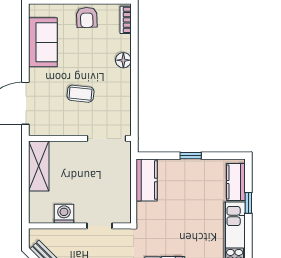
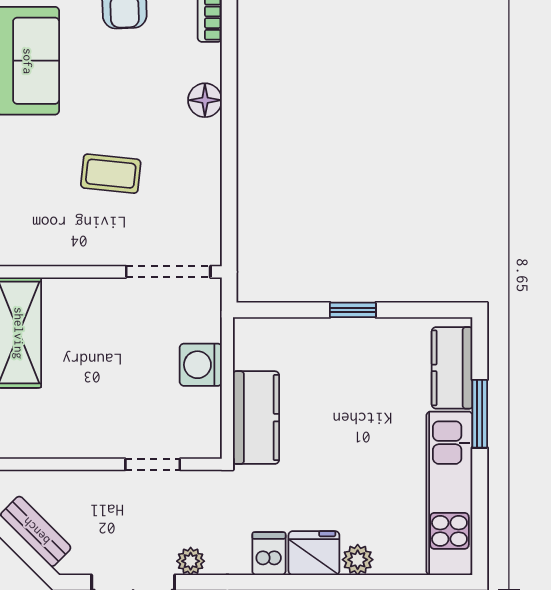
kitchen counter: (147, 180) -> (256, 418), moved
window: (248, 203) -> (480, 414), width x1.50
washing machine: (64, 214) -> (201, 365), moved, turned -90

